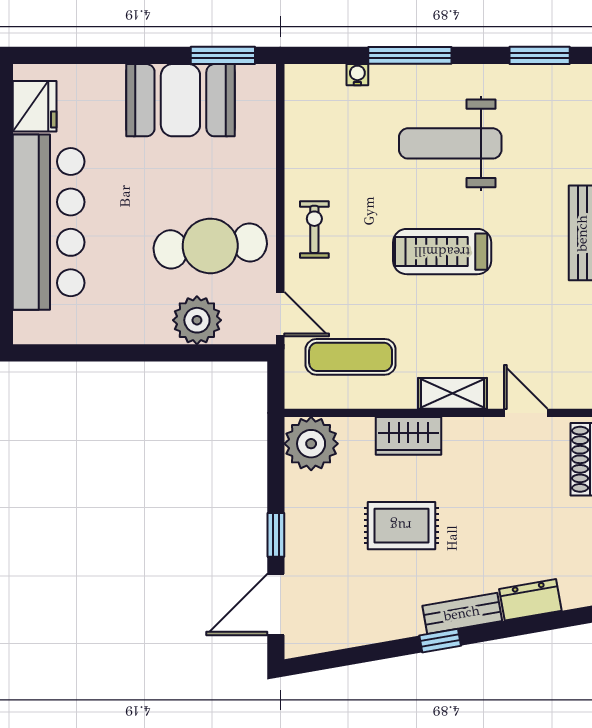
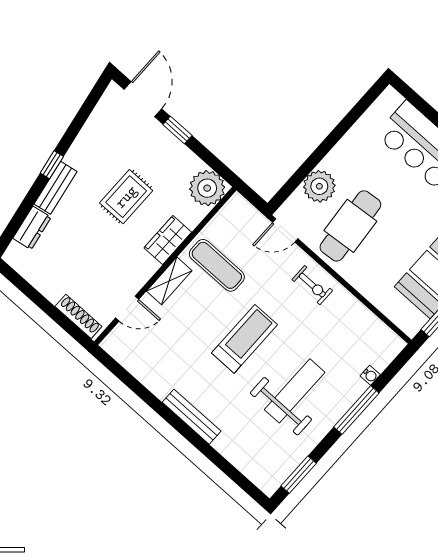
exercise mat: (351, 357) -> (217, 265), moved, turned 90

